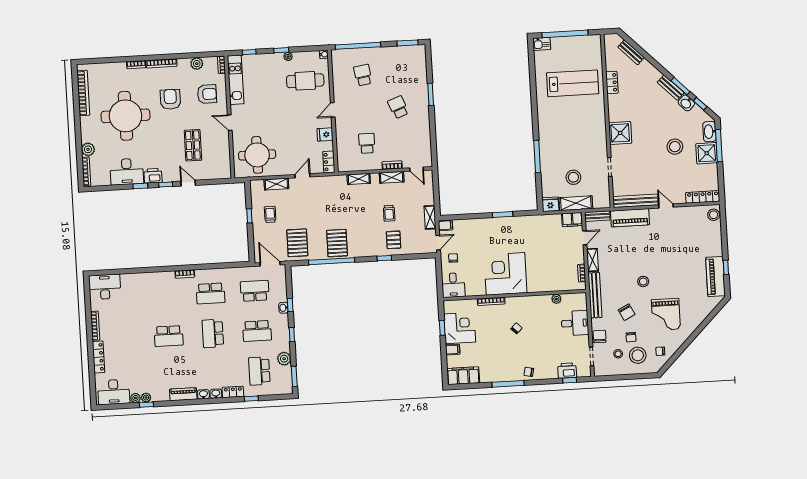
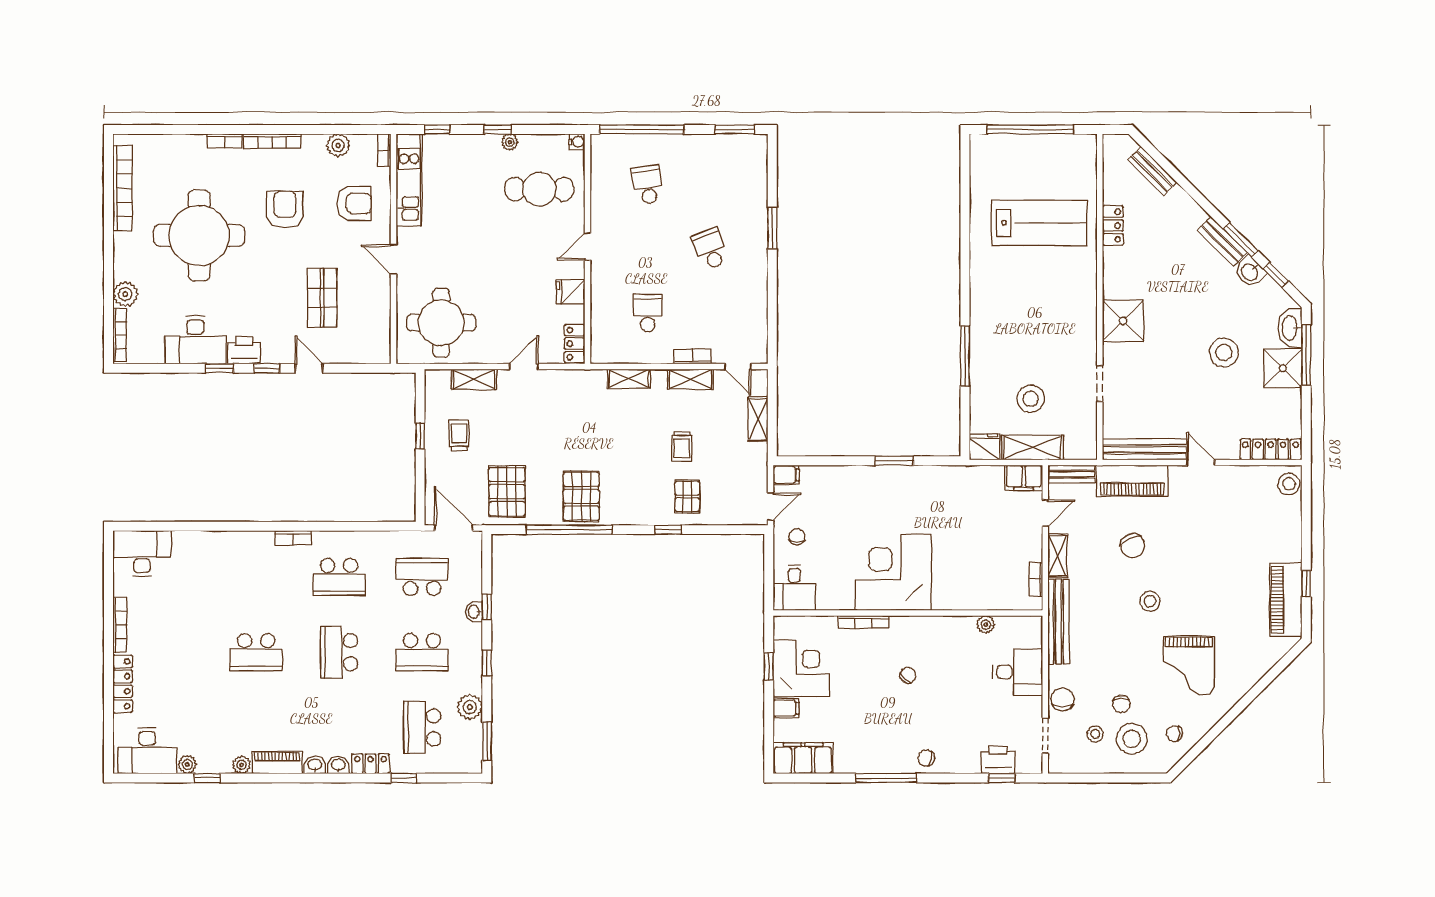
kitchen sink: (542, 44) -> (986, 146), removed
shelving: (430, 217) -> (758, 419), moved
chair: (627, 312) -> (1133, 546), moved
plant: (146, 398) -> (242, 765), moved

